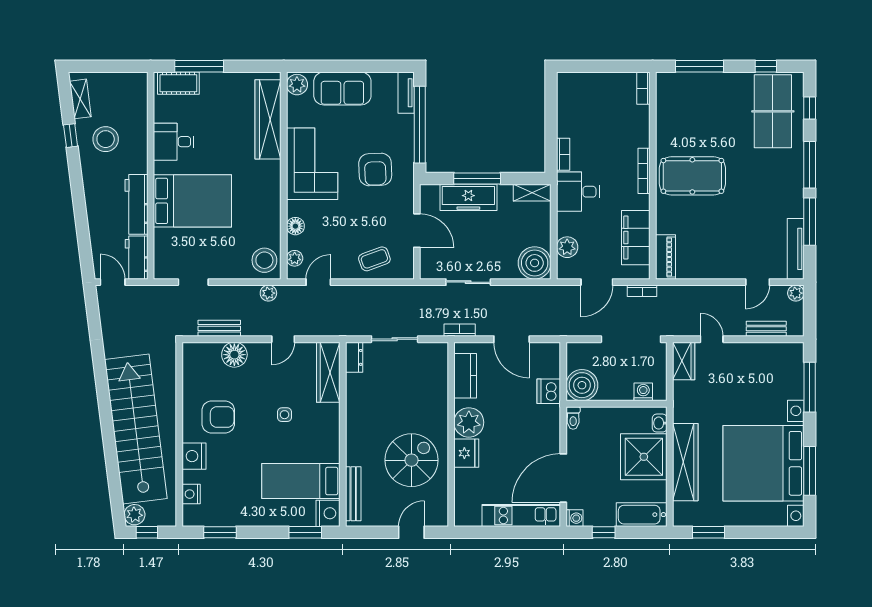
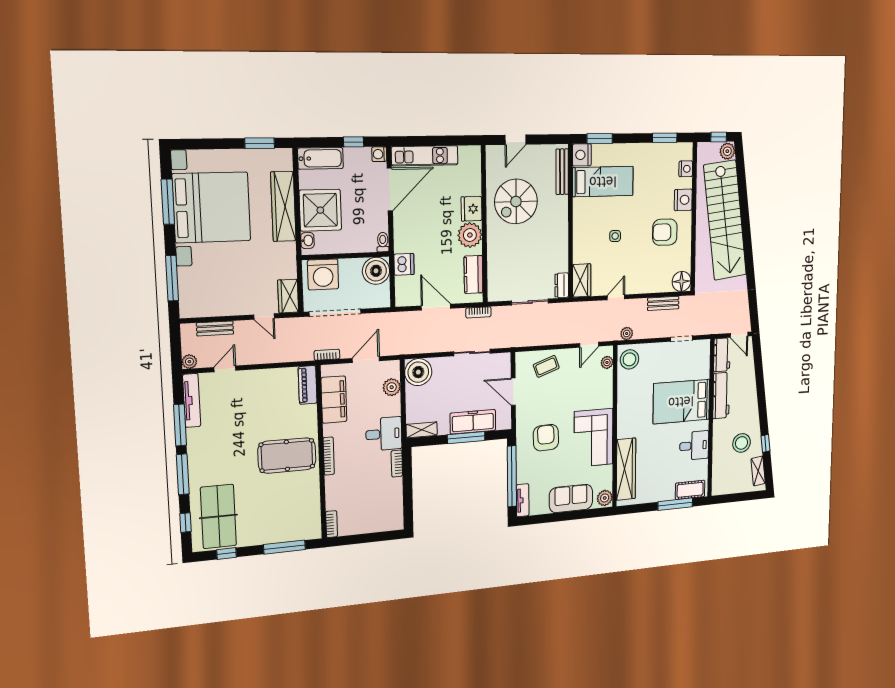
floor lamp: (295, 226) -> (606, 388), removed
floor lamp: (234, 355) -> (682, 281), moved
wardrobe: (328, 372) -> (582, 280), width x0.67
washing machine: (643, 392) -> (323, 274), width x1.89, depth x1.89

